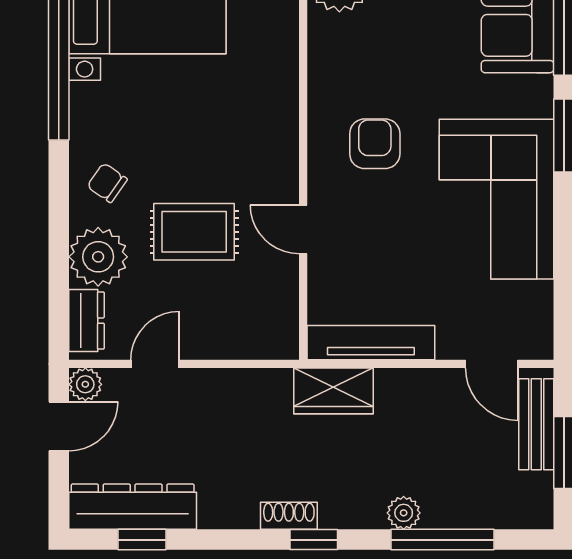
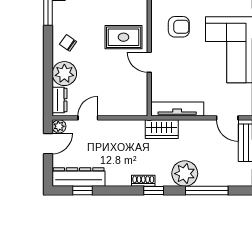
armchair: (375, 144) -> (179, 27), turned 90
rug: (194, 232) -> (124, 37), moved
plant: (404, 513) -> (185, 174), width x1.88, depth x1.88

